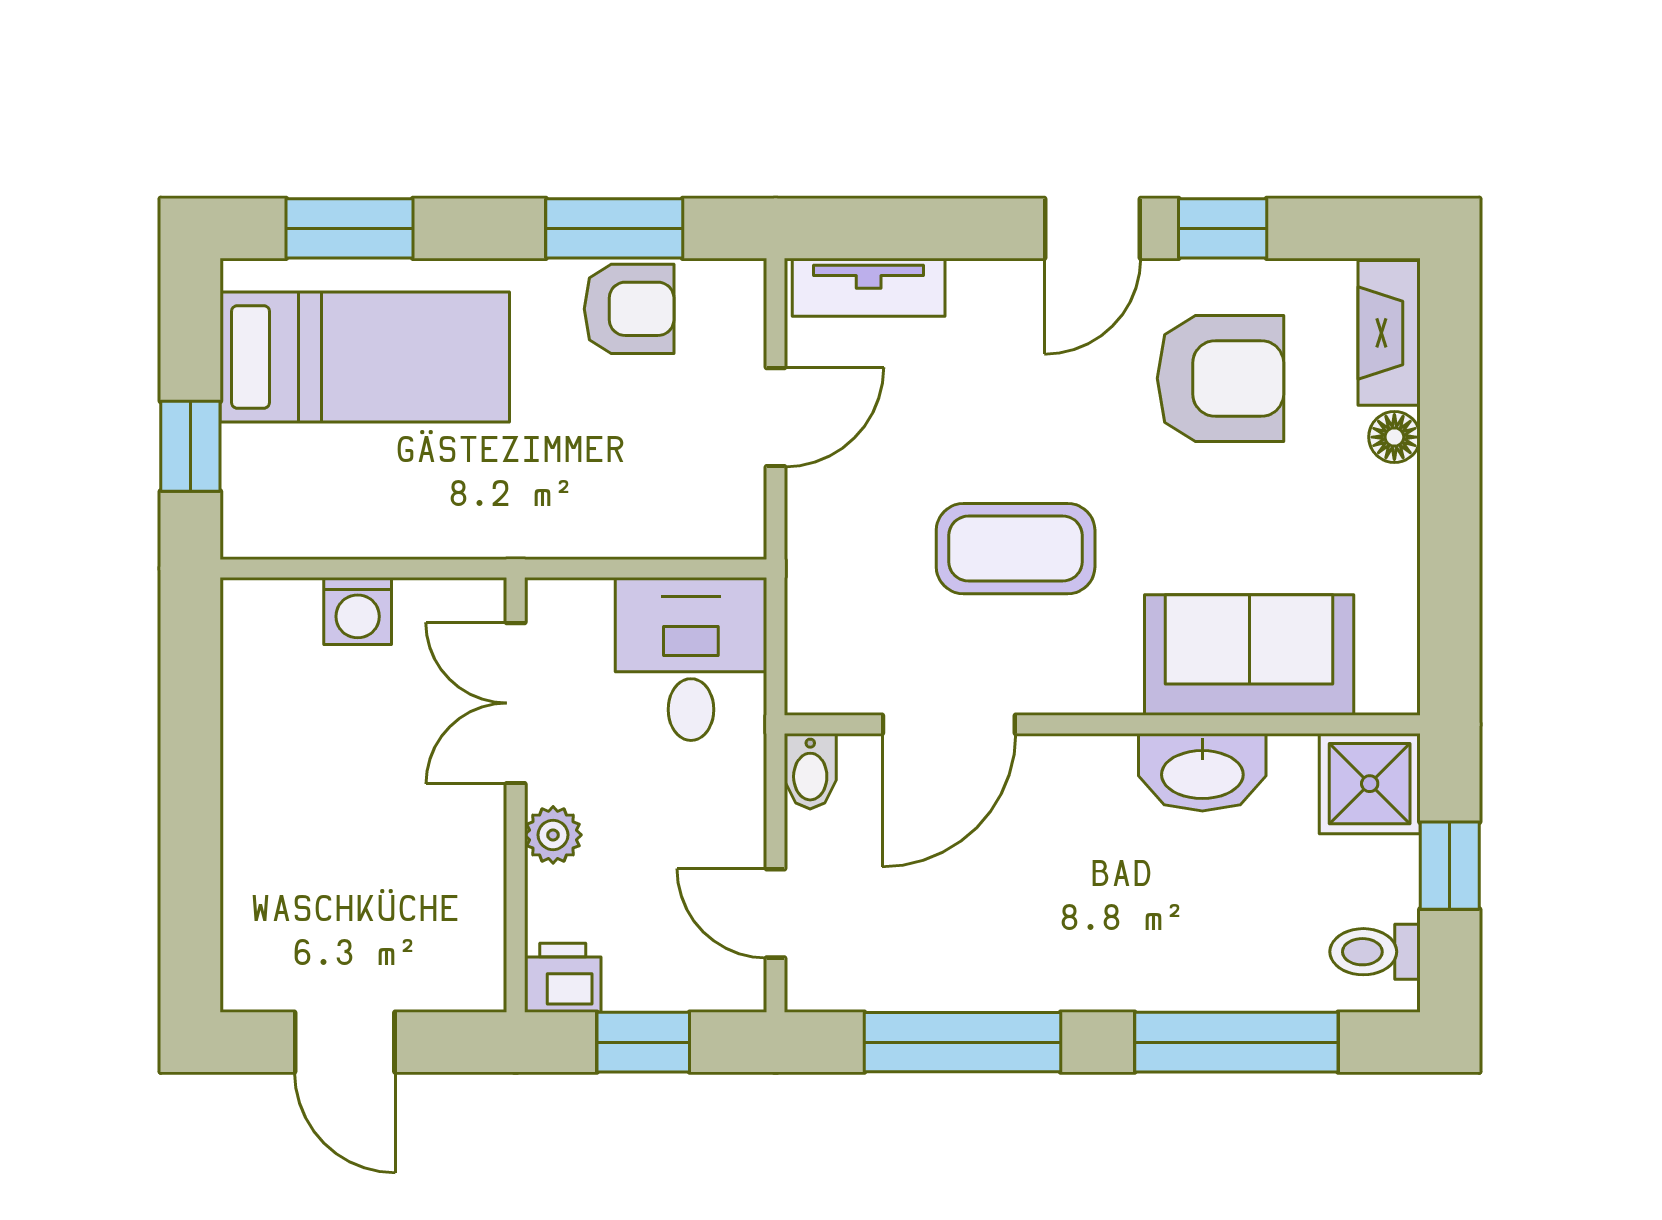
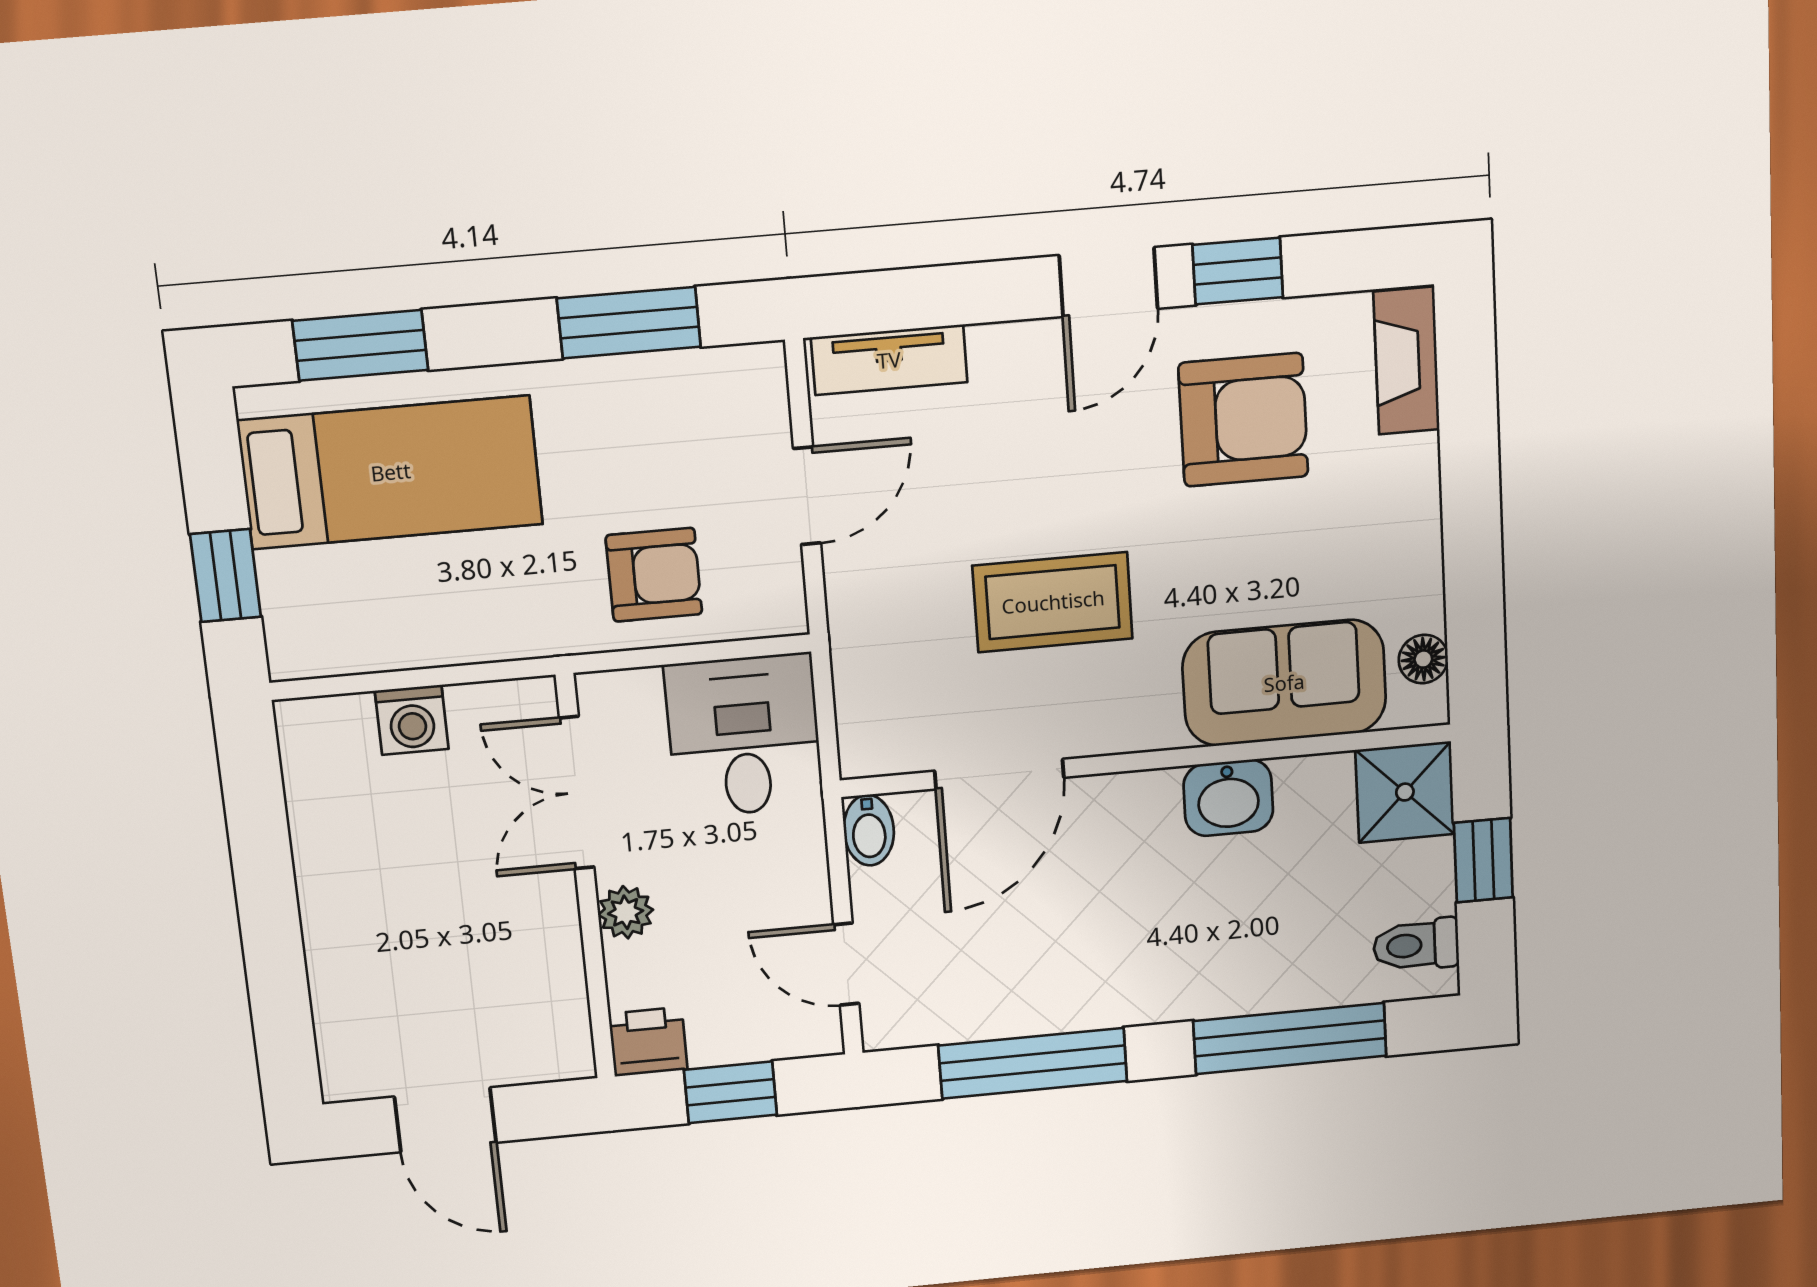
armchair: (629, 309) -> (654, 575), moved
floor lamp: (1394, 437) -> (1423, 659), moved
washbasin: (1202, 772) -> (1228, 798), width x0.72

